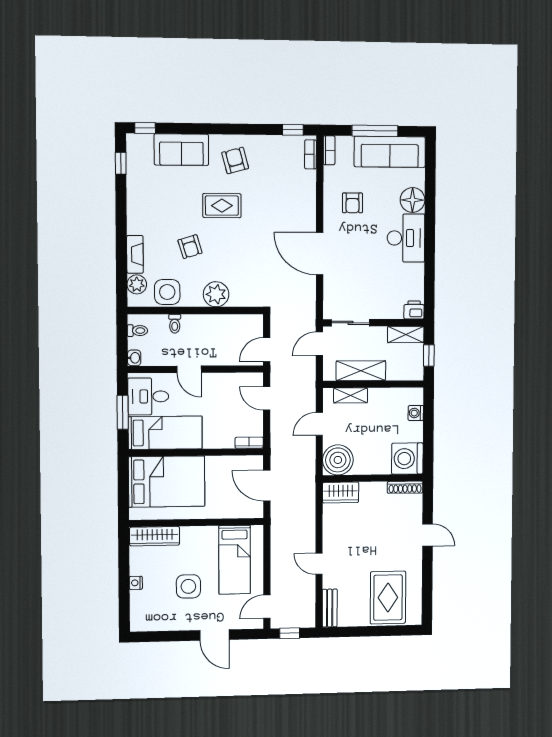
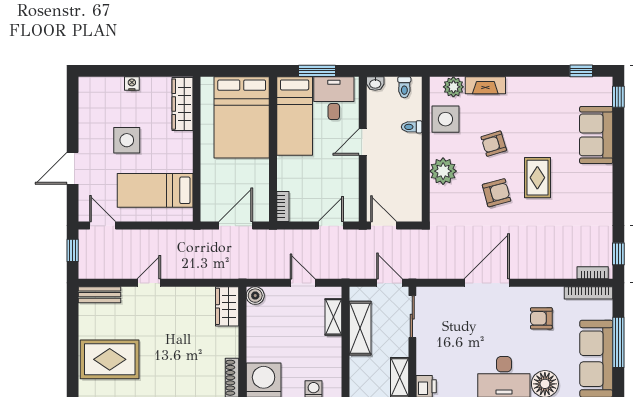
bookcase: (329, 150) -> (589, 293), width x1.56
armchair: (235, 160) -> (497, 193), moved
boiler: (338, 460) -> (255, 296), width x0.54, depth x0.54

